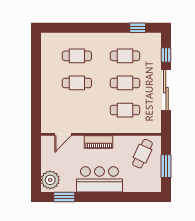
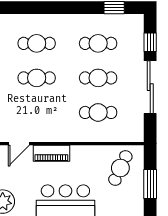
piano: (99, 142) -> (51, 153), moved

